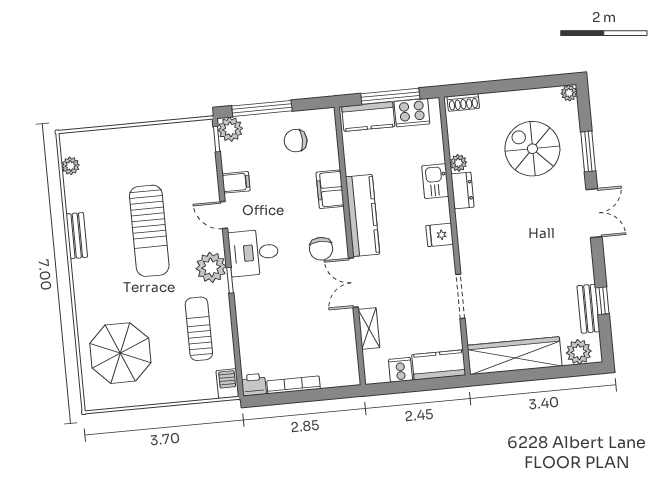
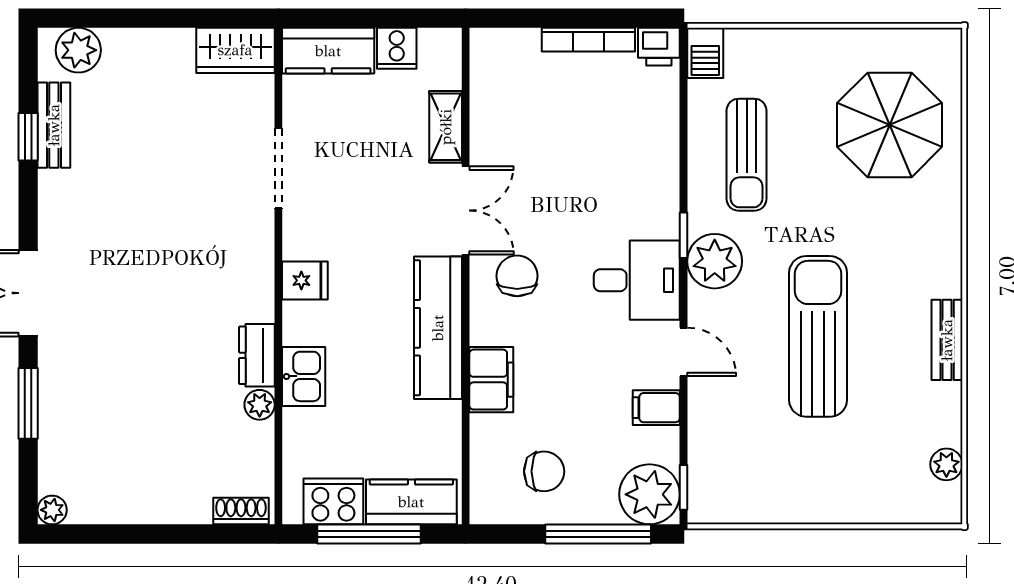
plant: (230, 129) -> (649, 494), width x1.36, depth x1.36
spiral stairs: (532, 149) -> (126, 417), removed
wardrobe: (515, 356) -> (235, 50), width x0.48, depth x0.85

